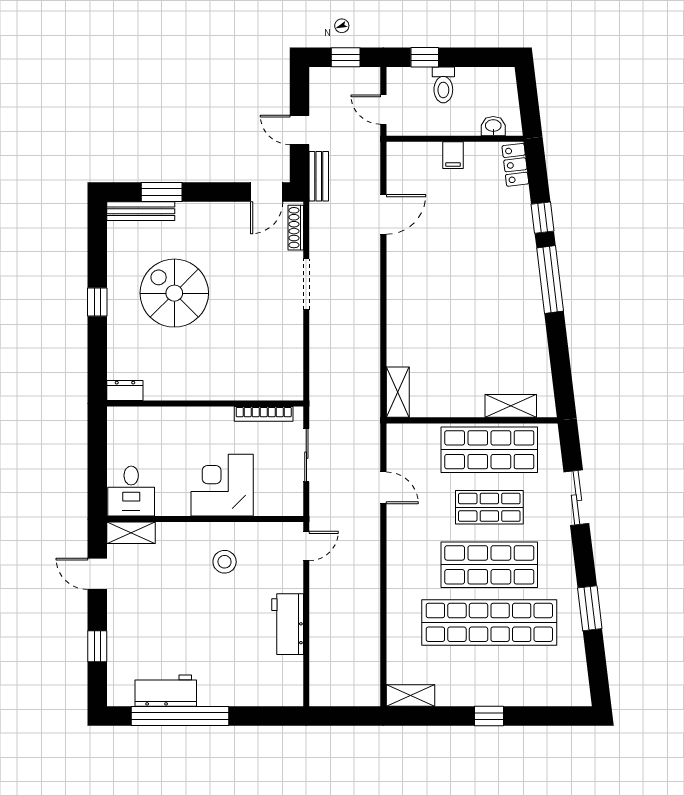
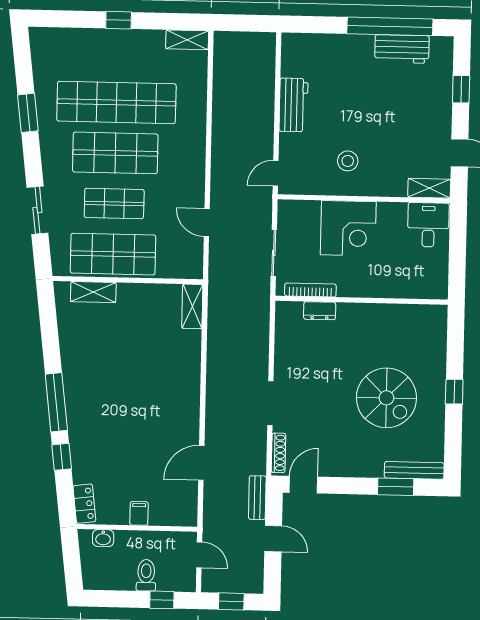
dresser: (125, 391) -> (320, 311), moved

